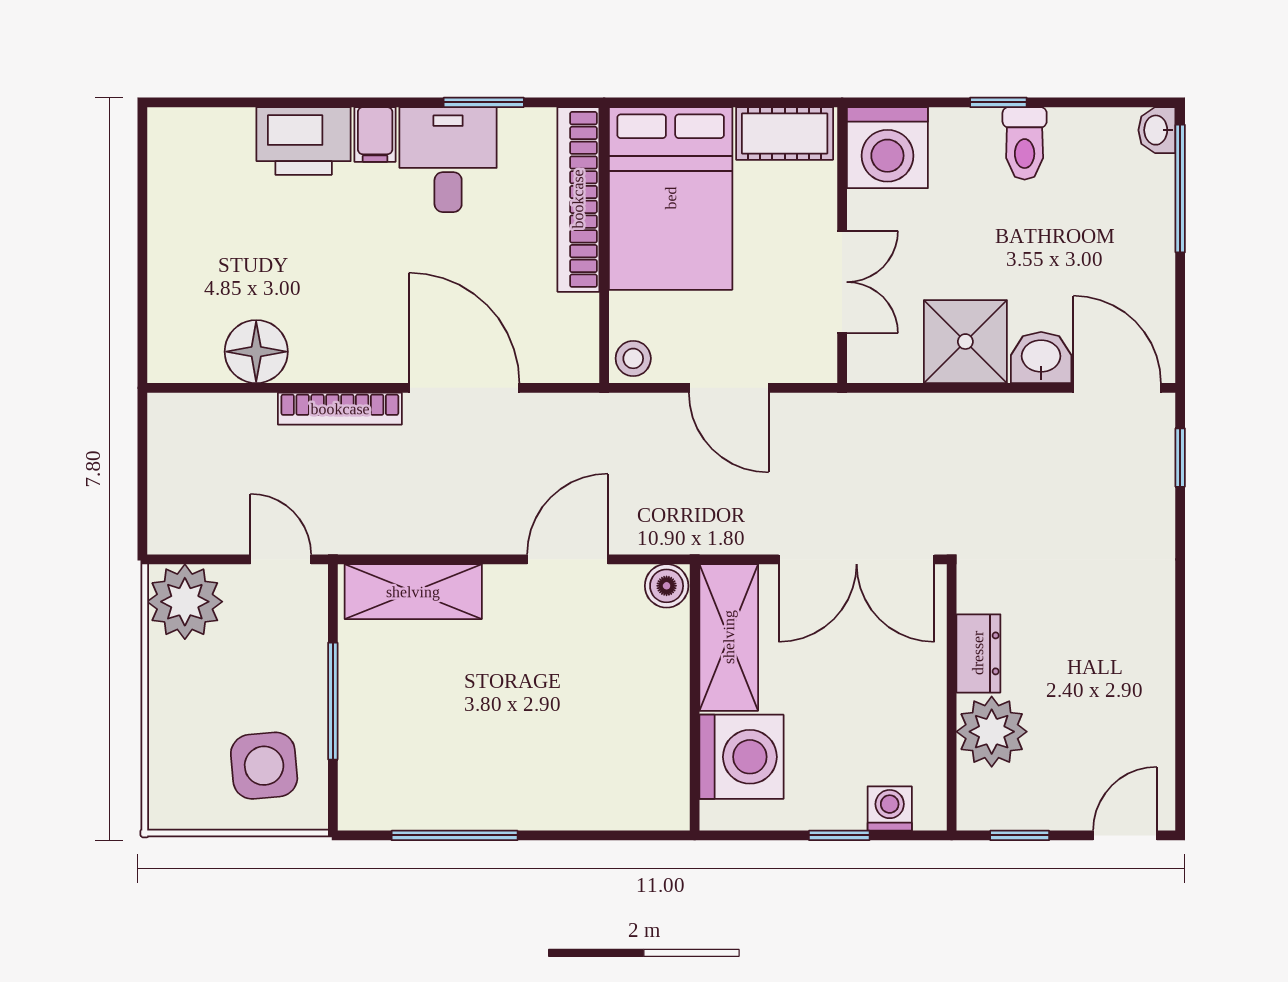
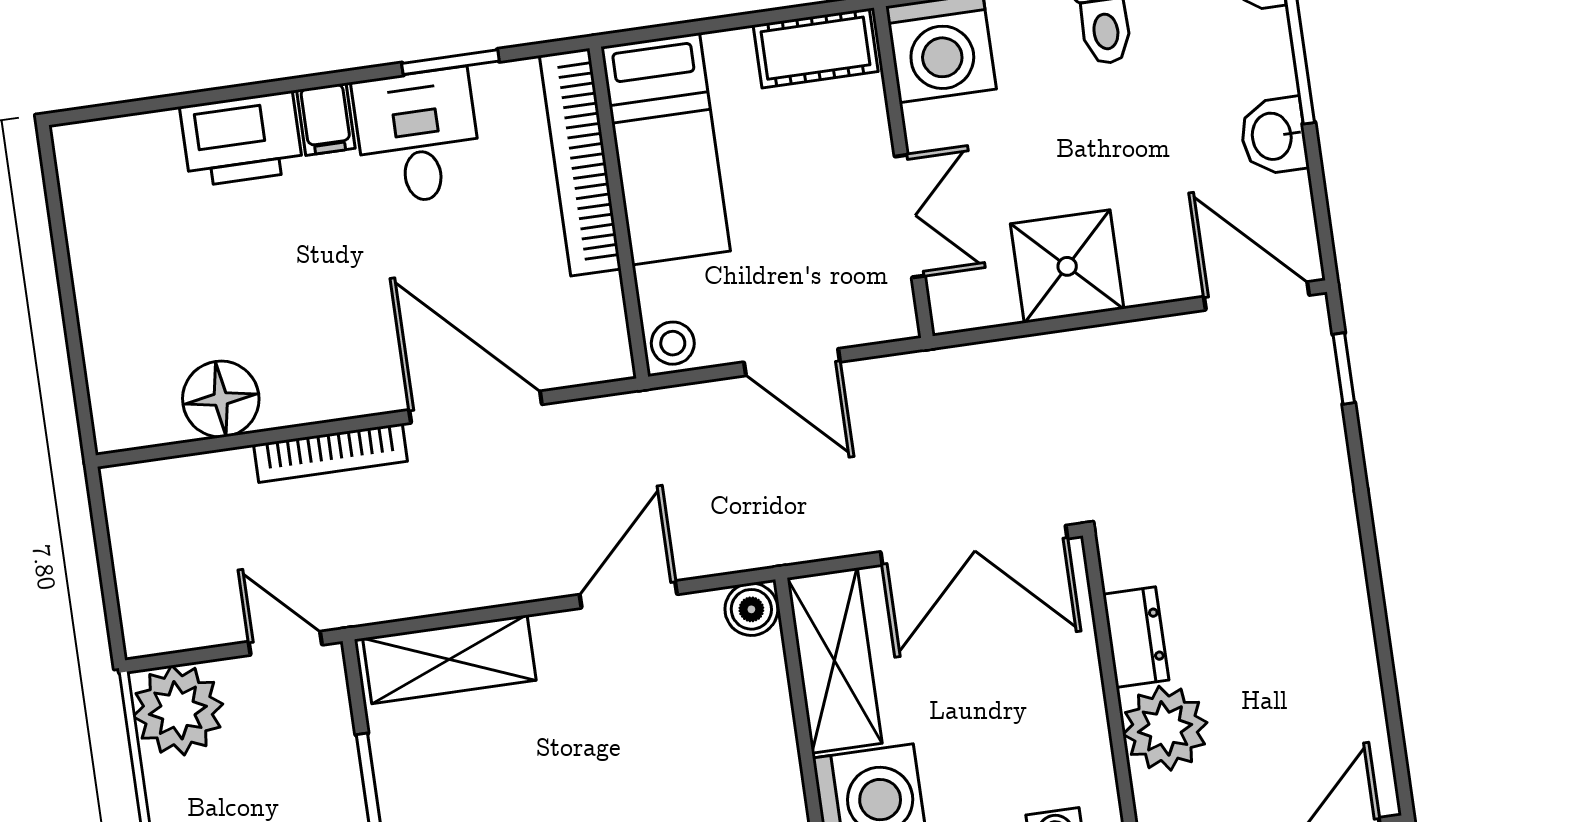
bed: (671, 198) -> (666, 149), width x0.67
washbasin: (1041, 358) -> (1274, 136), moved, turned -90

